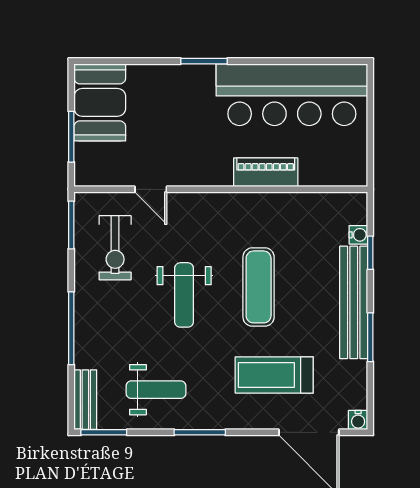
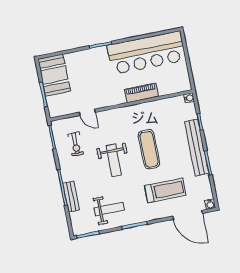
water cooler: (358, 235) -> (189, 98), moved
exercise bike: (115, 248) -> (76, 144), width x0.73, depth x0.72
treadmill: (274, 375) -> (165, 190), turned 180
bench: (85, 400) -> (71, 197), moved

